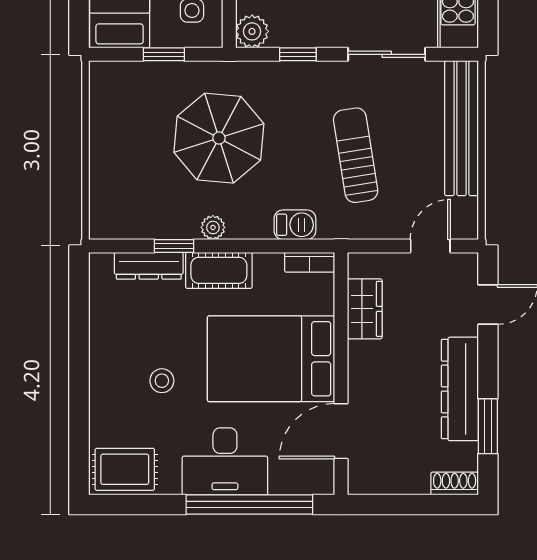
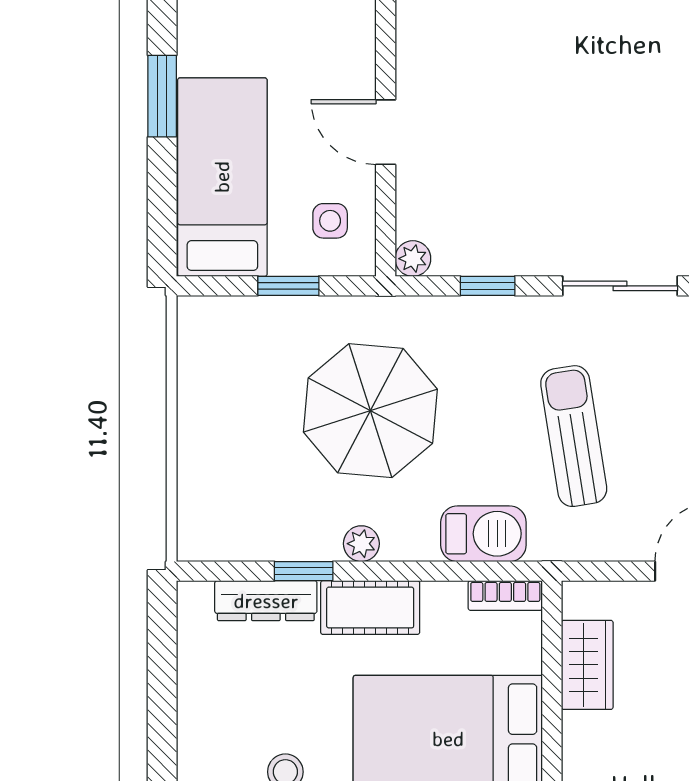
plant: (252, 31) -> (413, 259), width x0.73, depth x0.73
barbecue: (295, 225) -> (483, 534), width x1.38, depth x1.27

